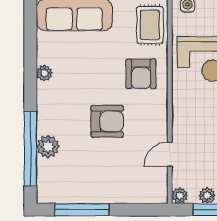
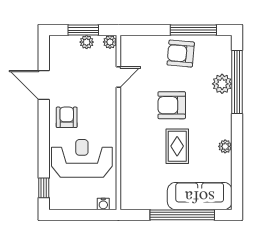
rug: (150, 25) -> (177, 146), moved
armchair: (141, 74) -> (181, 54), moved, turned -85

